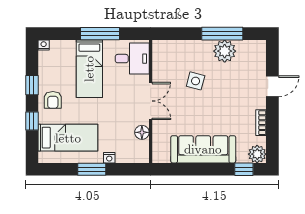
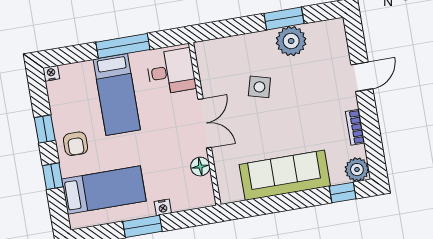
window: (222, 34) -> (284, 19), width x0.69

